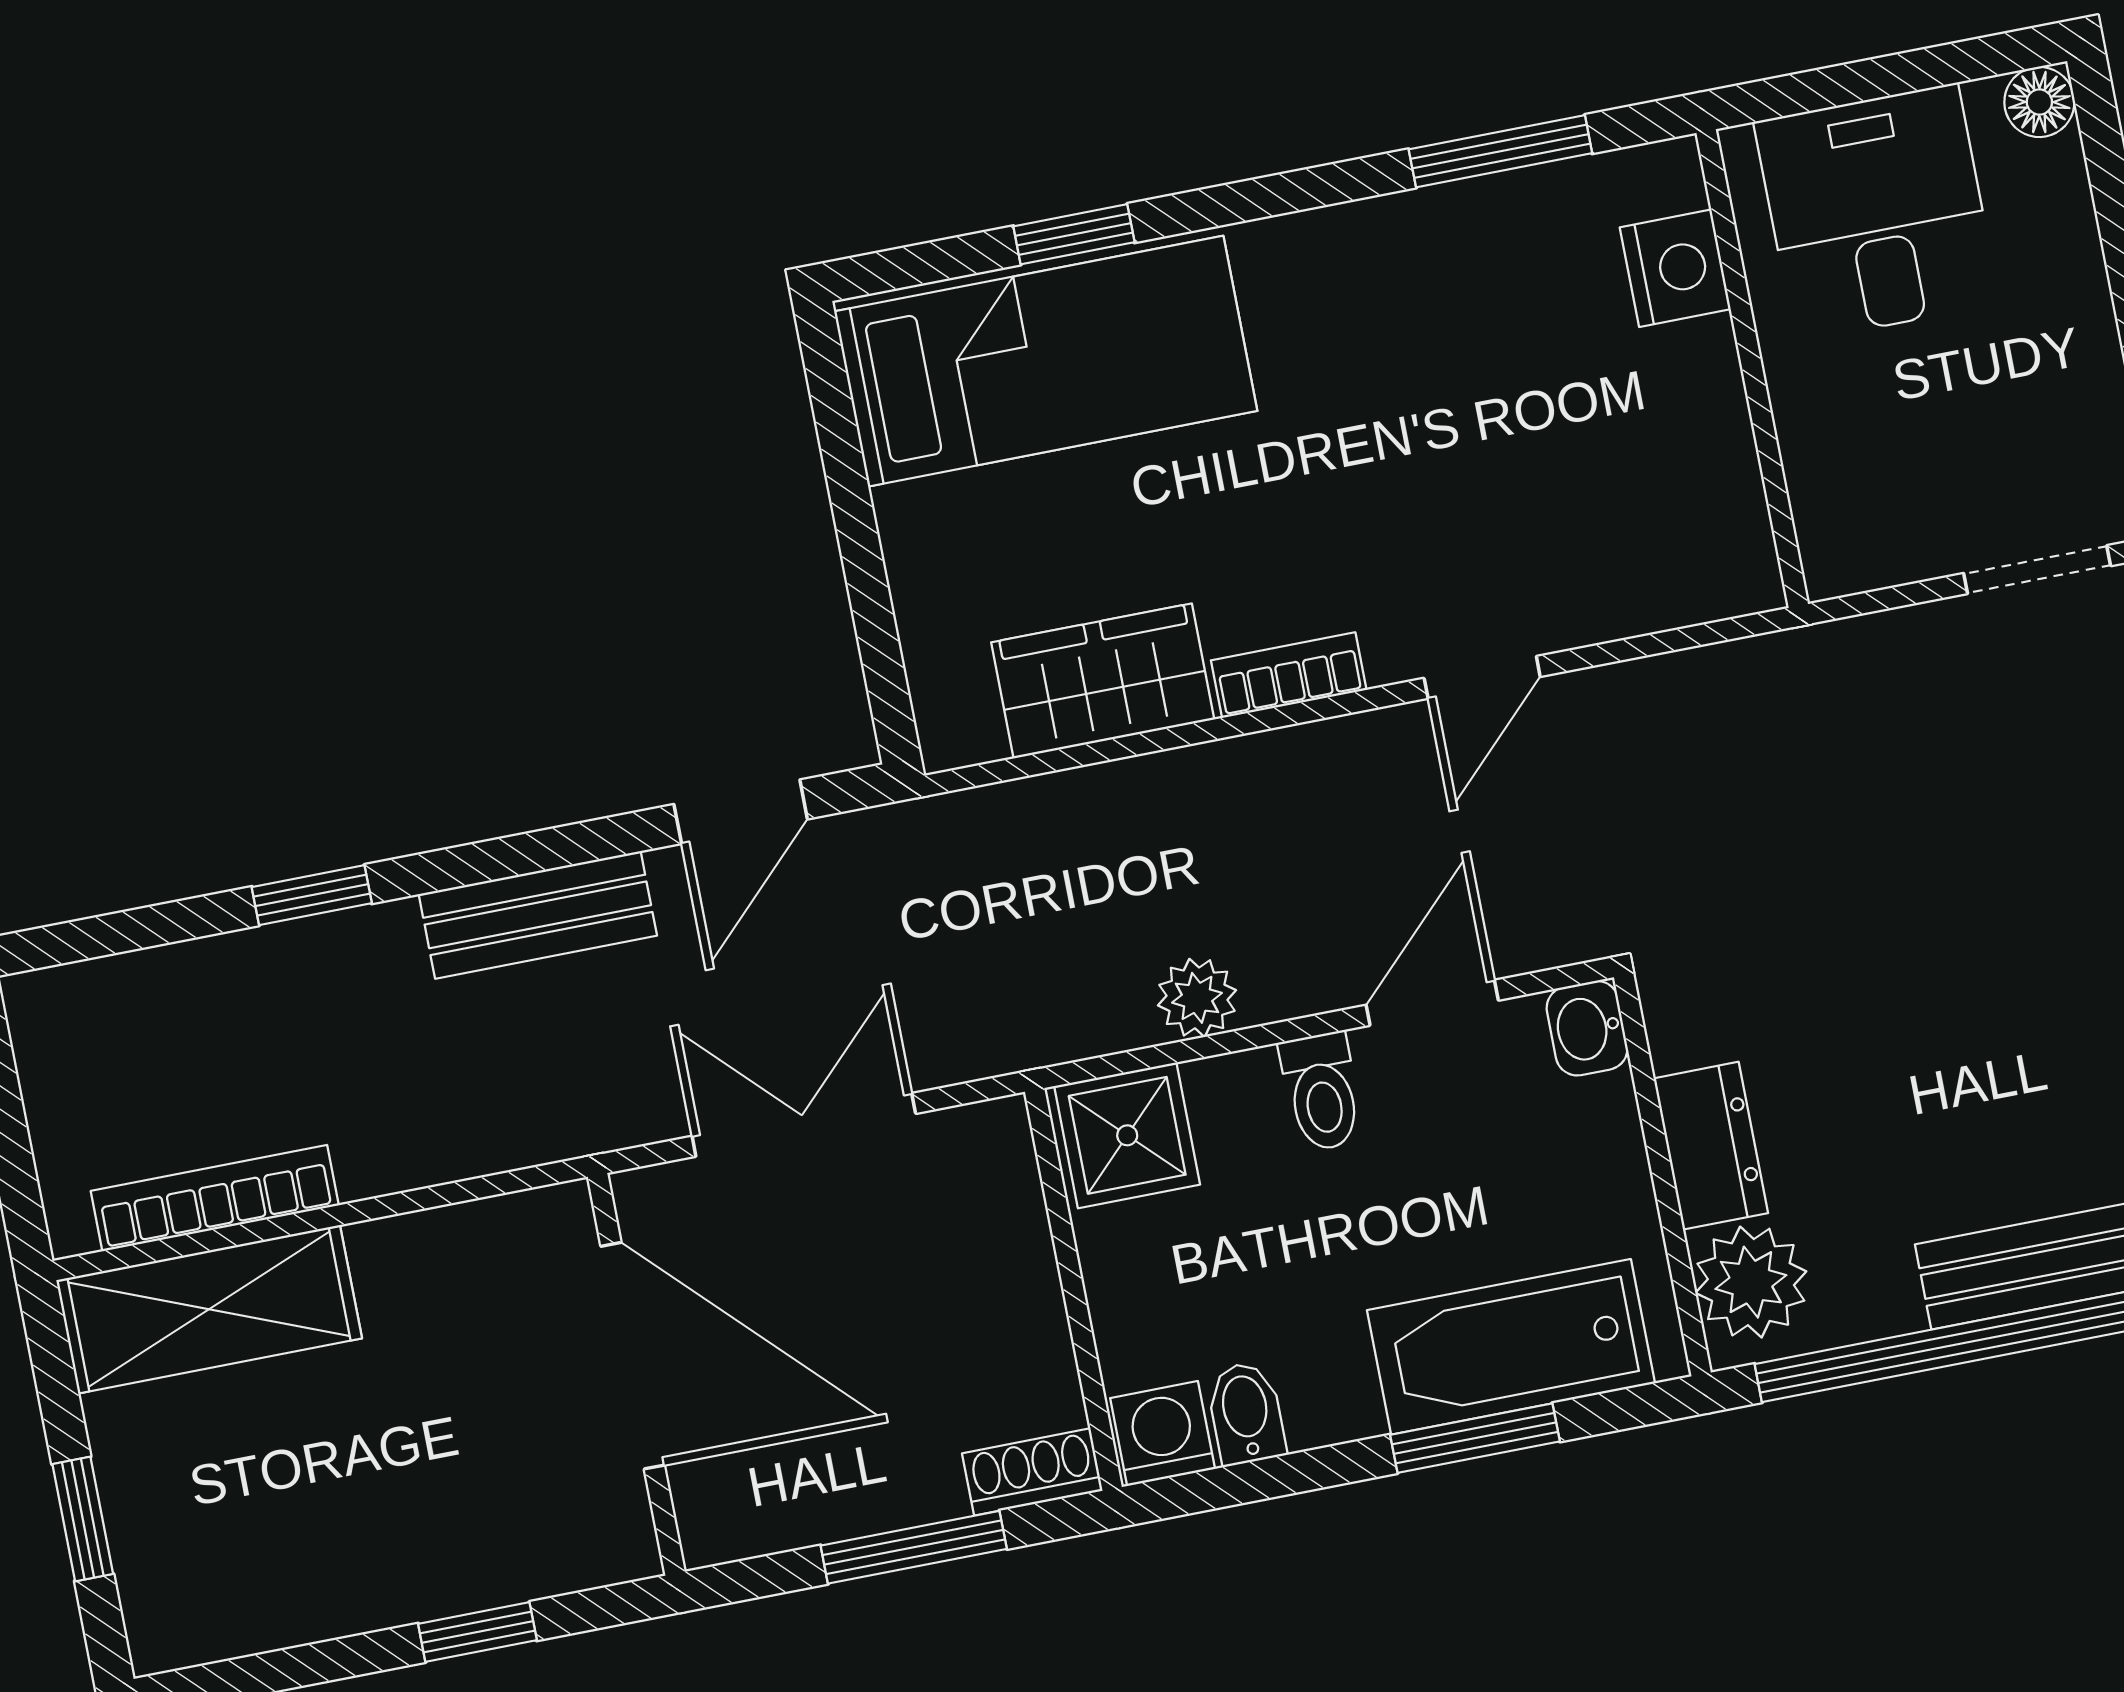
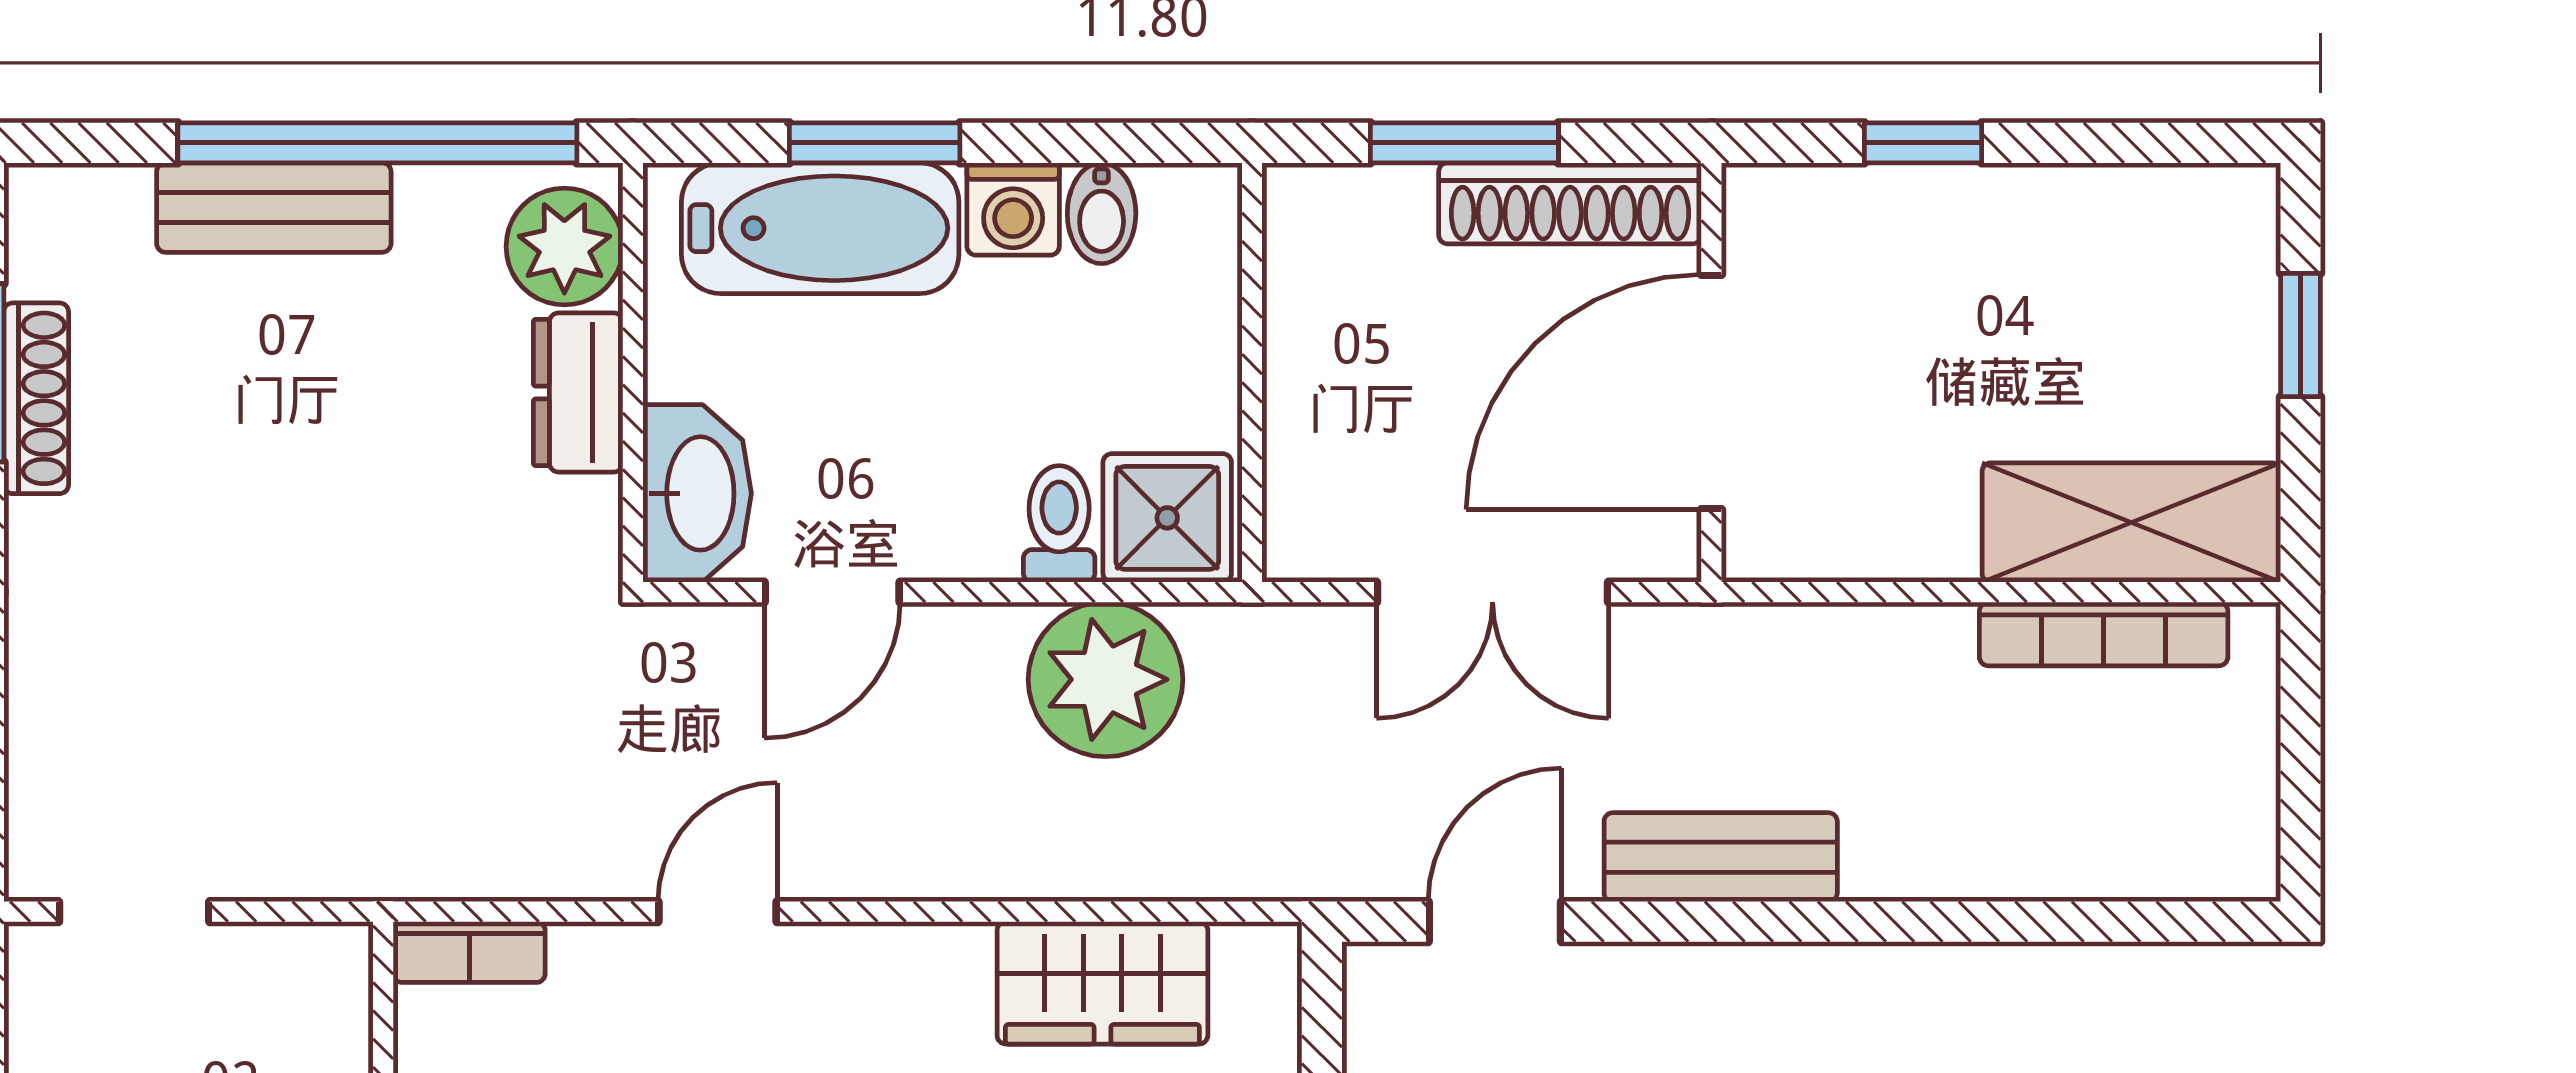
bookcase: (1289, 675) -> (469, 952), moved
window: (312, 895) -> (1946, 922), removed
plant: (1197, 998) -> (1106, 679), width x1.87, depth x1.87
washbasin: (1587, 1028) -> (697, 493), width x1.91, depth x1.45
toilet: (1322, 1092) -> (1059, 524), moved
door: (633, 1356) -> (1711, 392), hinge flipped
washing machine: (1163, 1433) -> (1013, 209), moved
shoe rack: (1032, 1472) -> (1570, 203), moved, width x1.94, depth x1.24

